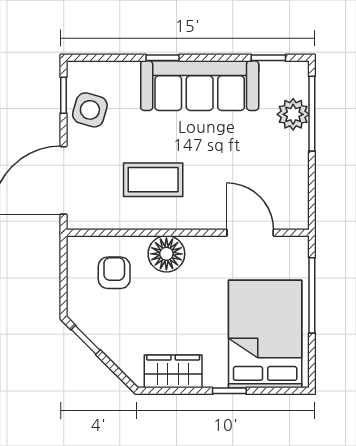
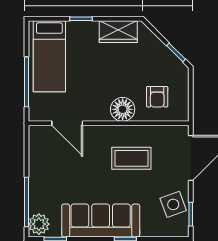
side table: (90, 110) -> (173, 204), turned -36
plant: (293, 114) -> (39, 224), moved
bed: (265, 334) -> (49, 56), width x0.67

